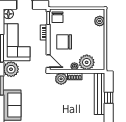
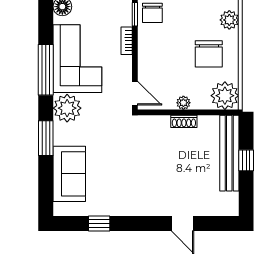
chair: (64, 42) -> (209, 54), moved, turned -90
plant: (87, 62) -> (225, 96), moved
plant: (61, 79) -> (159, 126), removed

